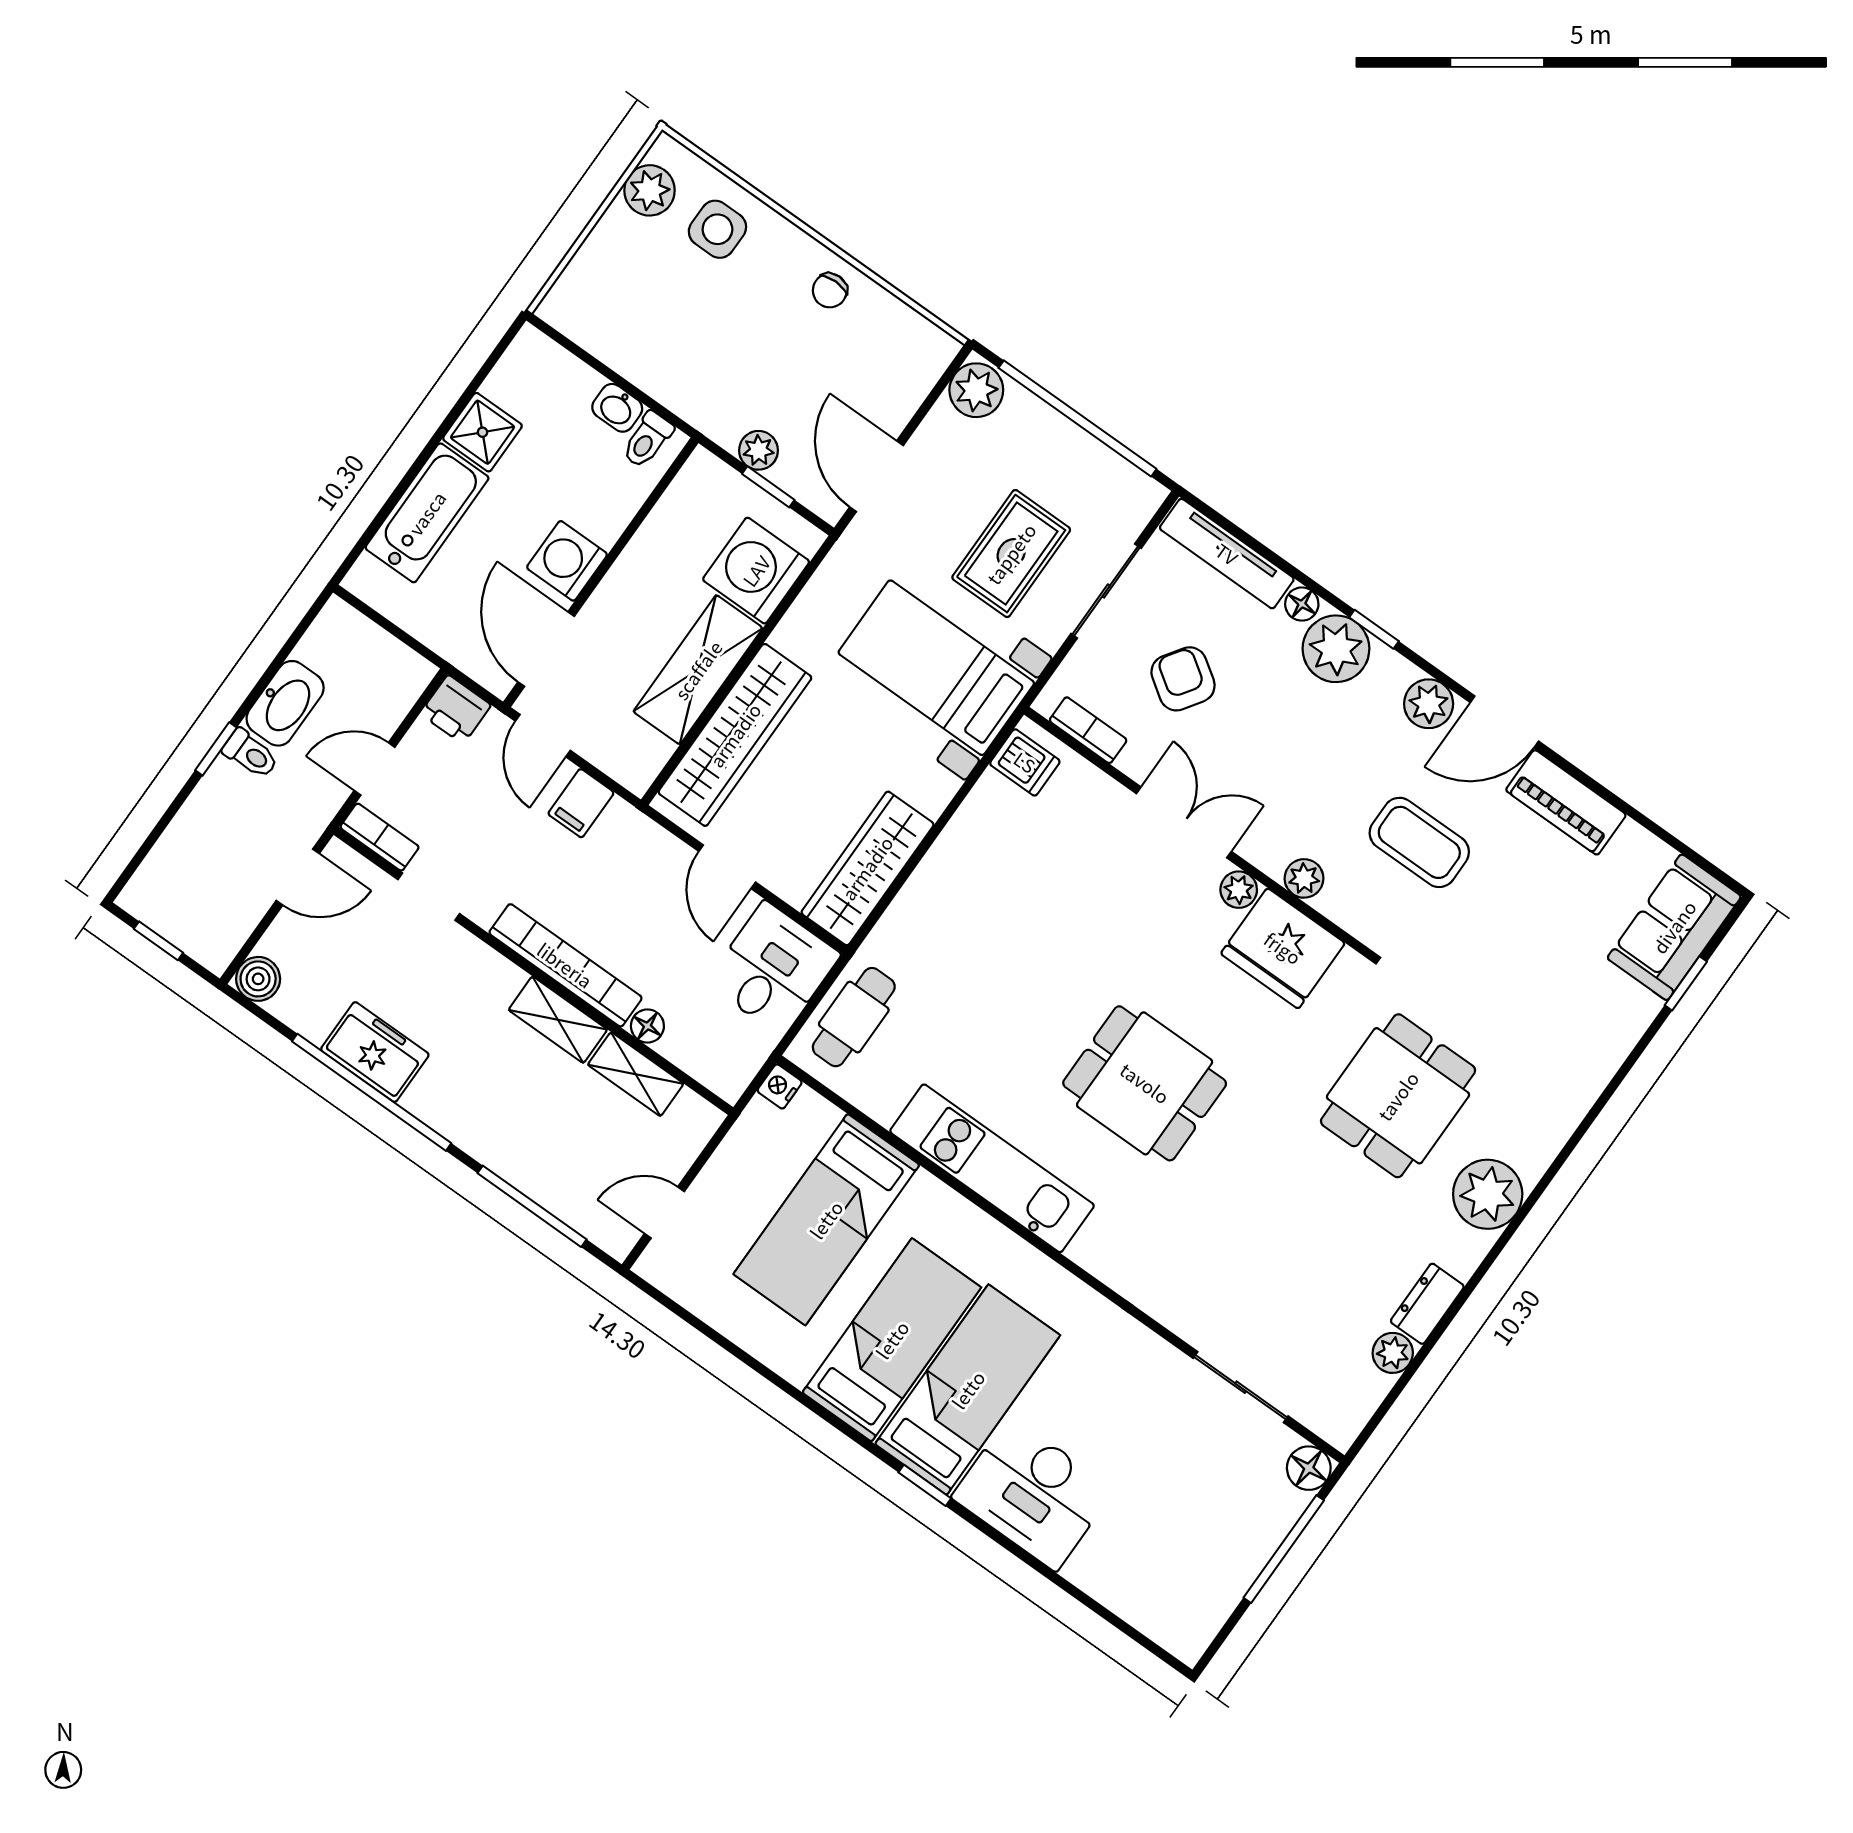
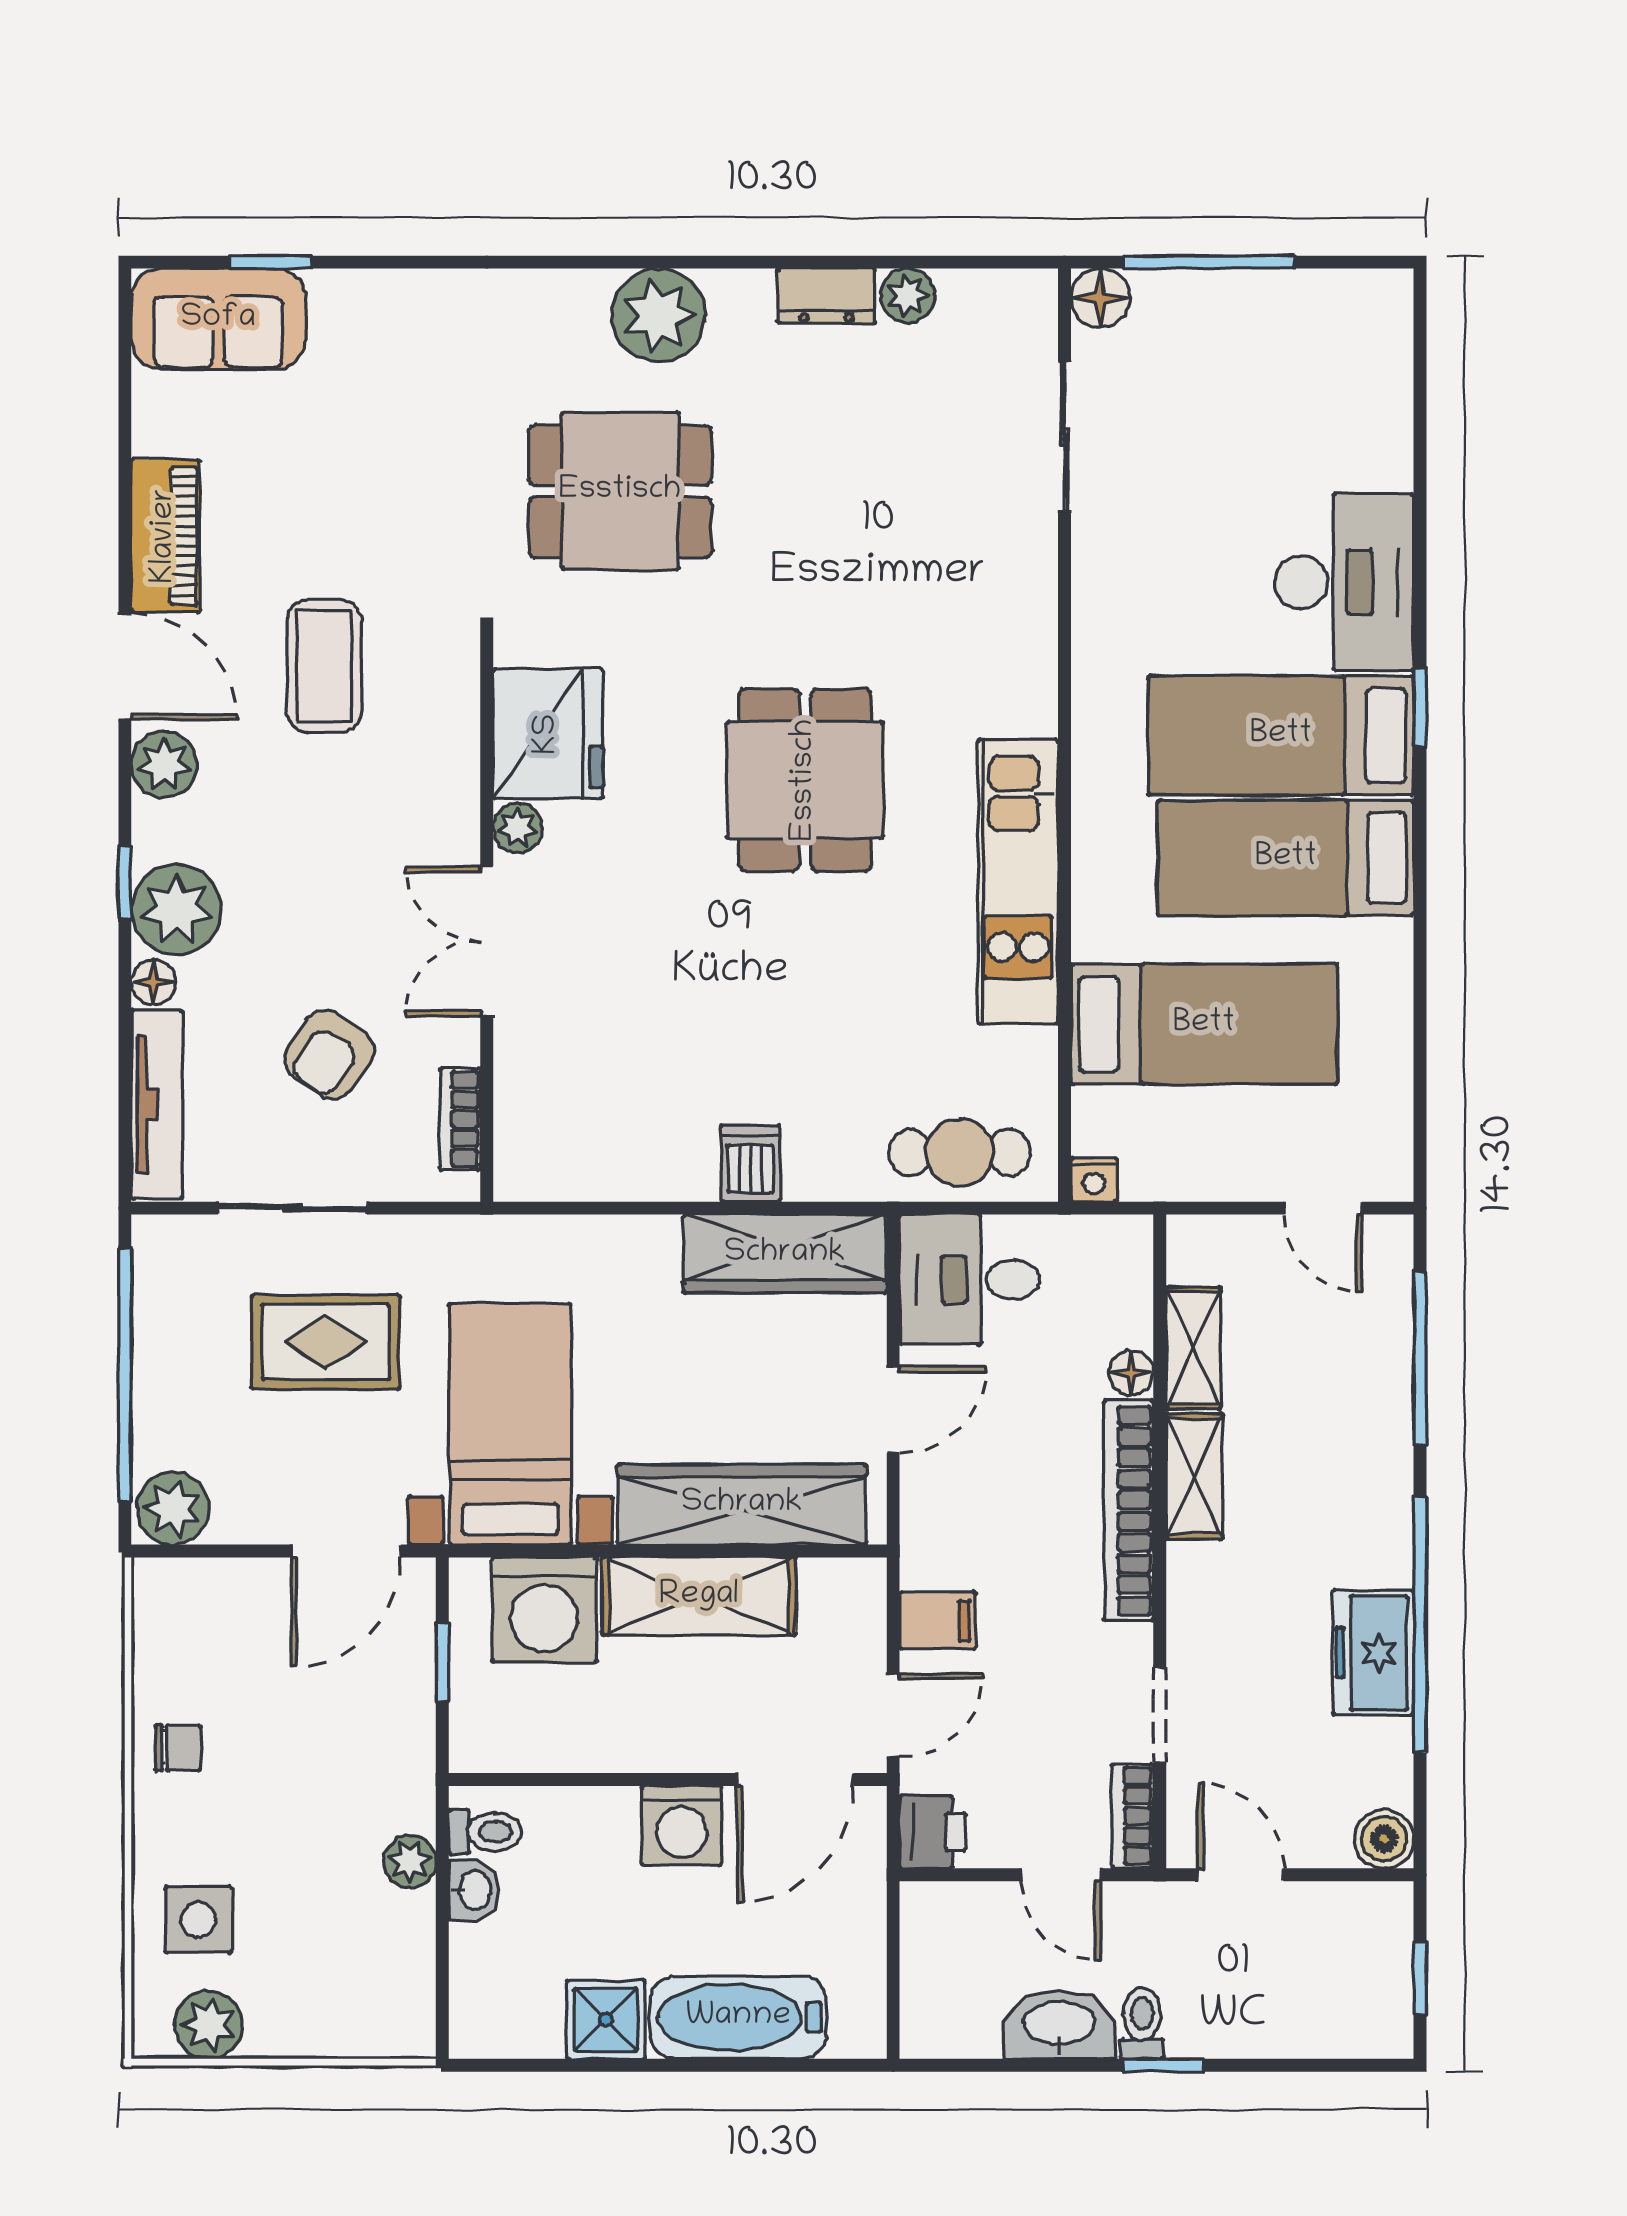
plant: (759, 450) -> (410, 1861), moved
bed with nightstands: (936, 668) -> (510, 1424), moved, turned 180
dishwasher: (1025, 762) -> (750, 1163), moved
plant: (1304, 878) -> (454, 765), removed

